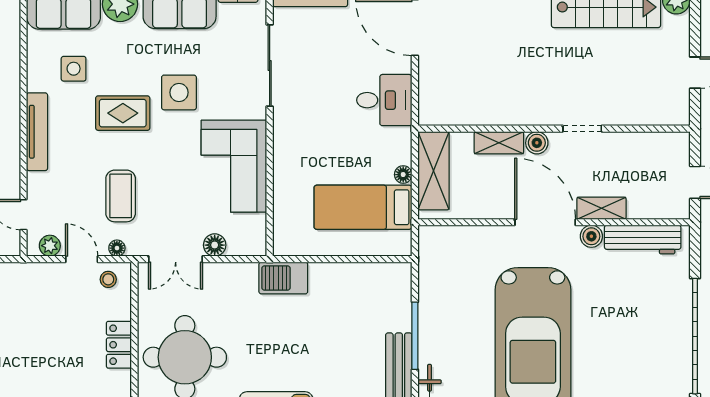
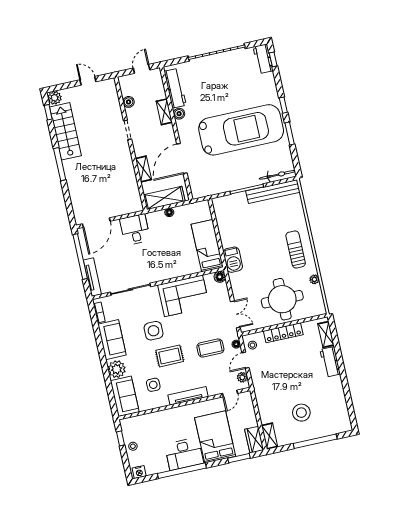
rug: (123, 113) -> (170, 356), turned 90
boiler: (537, 143) -> (129, 102), moved
bed: (363, 207) -> (207, 246), moved, turned 180
door: (545, 222) -> (182, 159), moved
floor lamp: (215, 245) -> (220, 277), moved
locker: (119, 345) -> (283, 333), width x1.53

